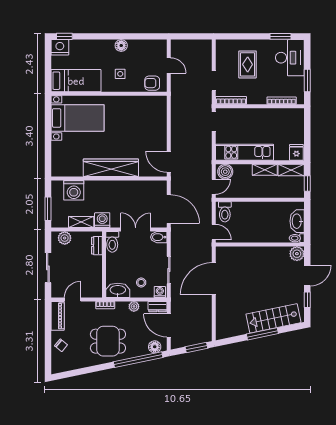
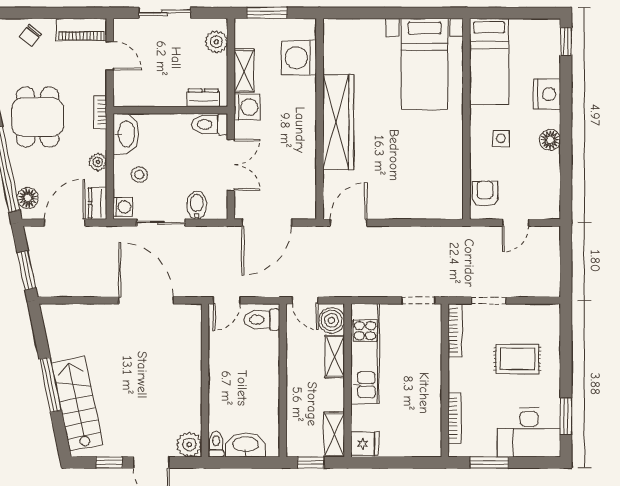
nightstand: (60, 47) -> (547, 94), moved
shelving: (265, 170) -> (335, 357), moved
bidet: (159, 237) -> (197, 205), moved

